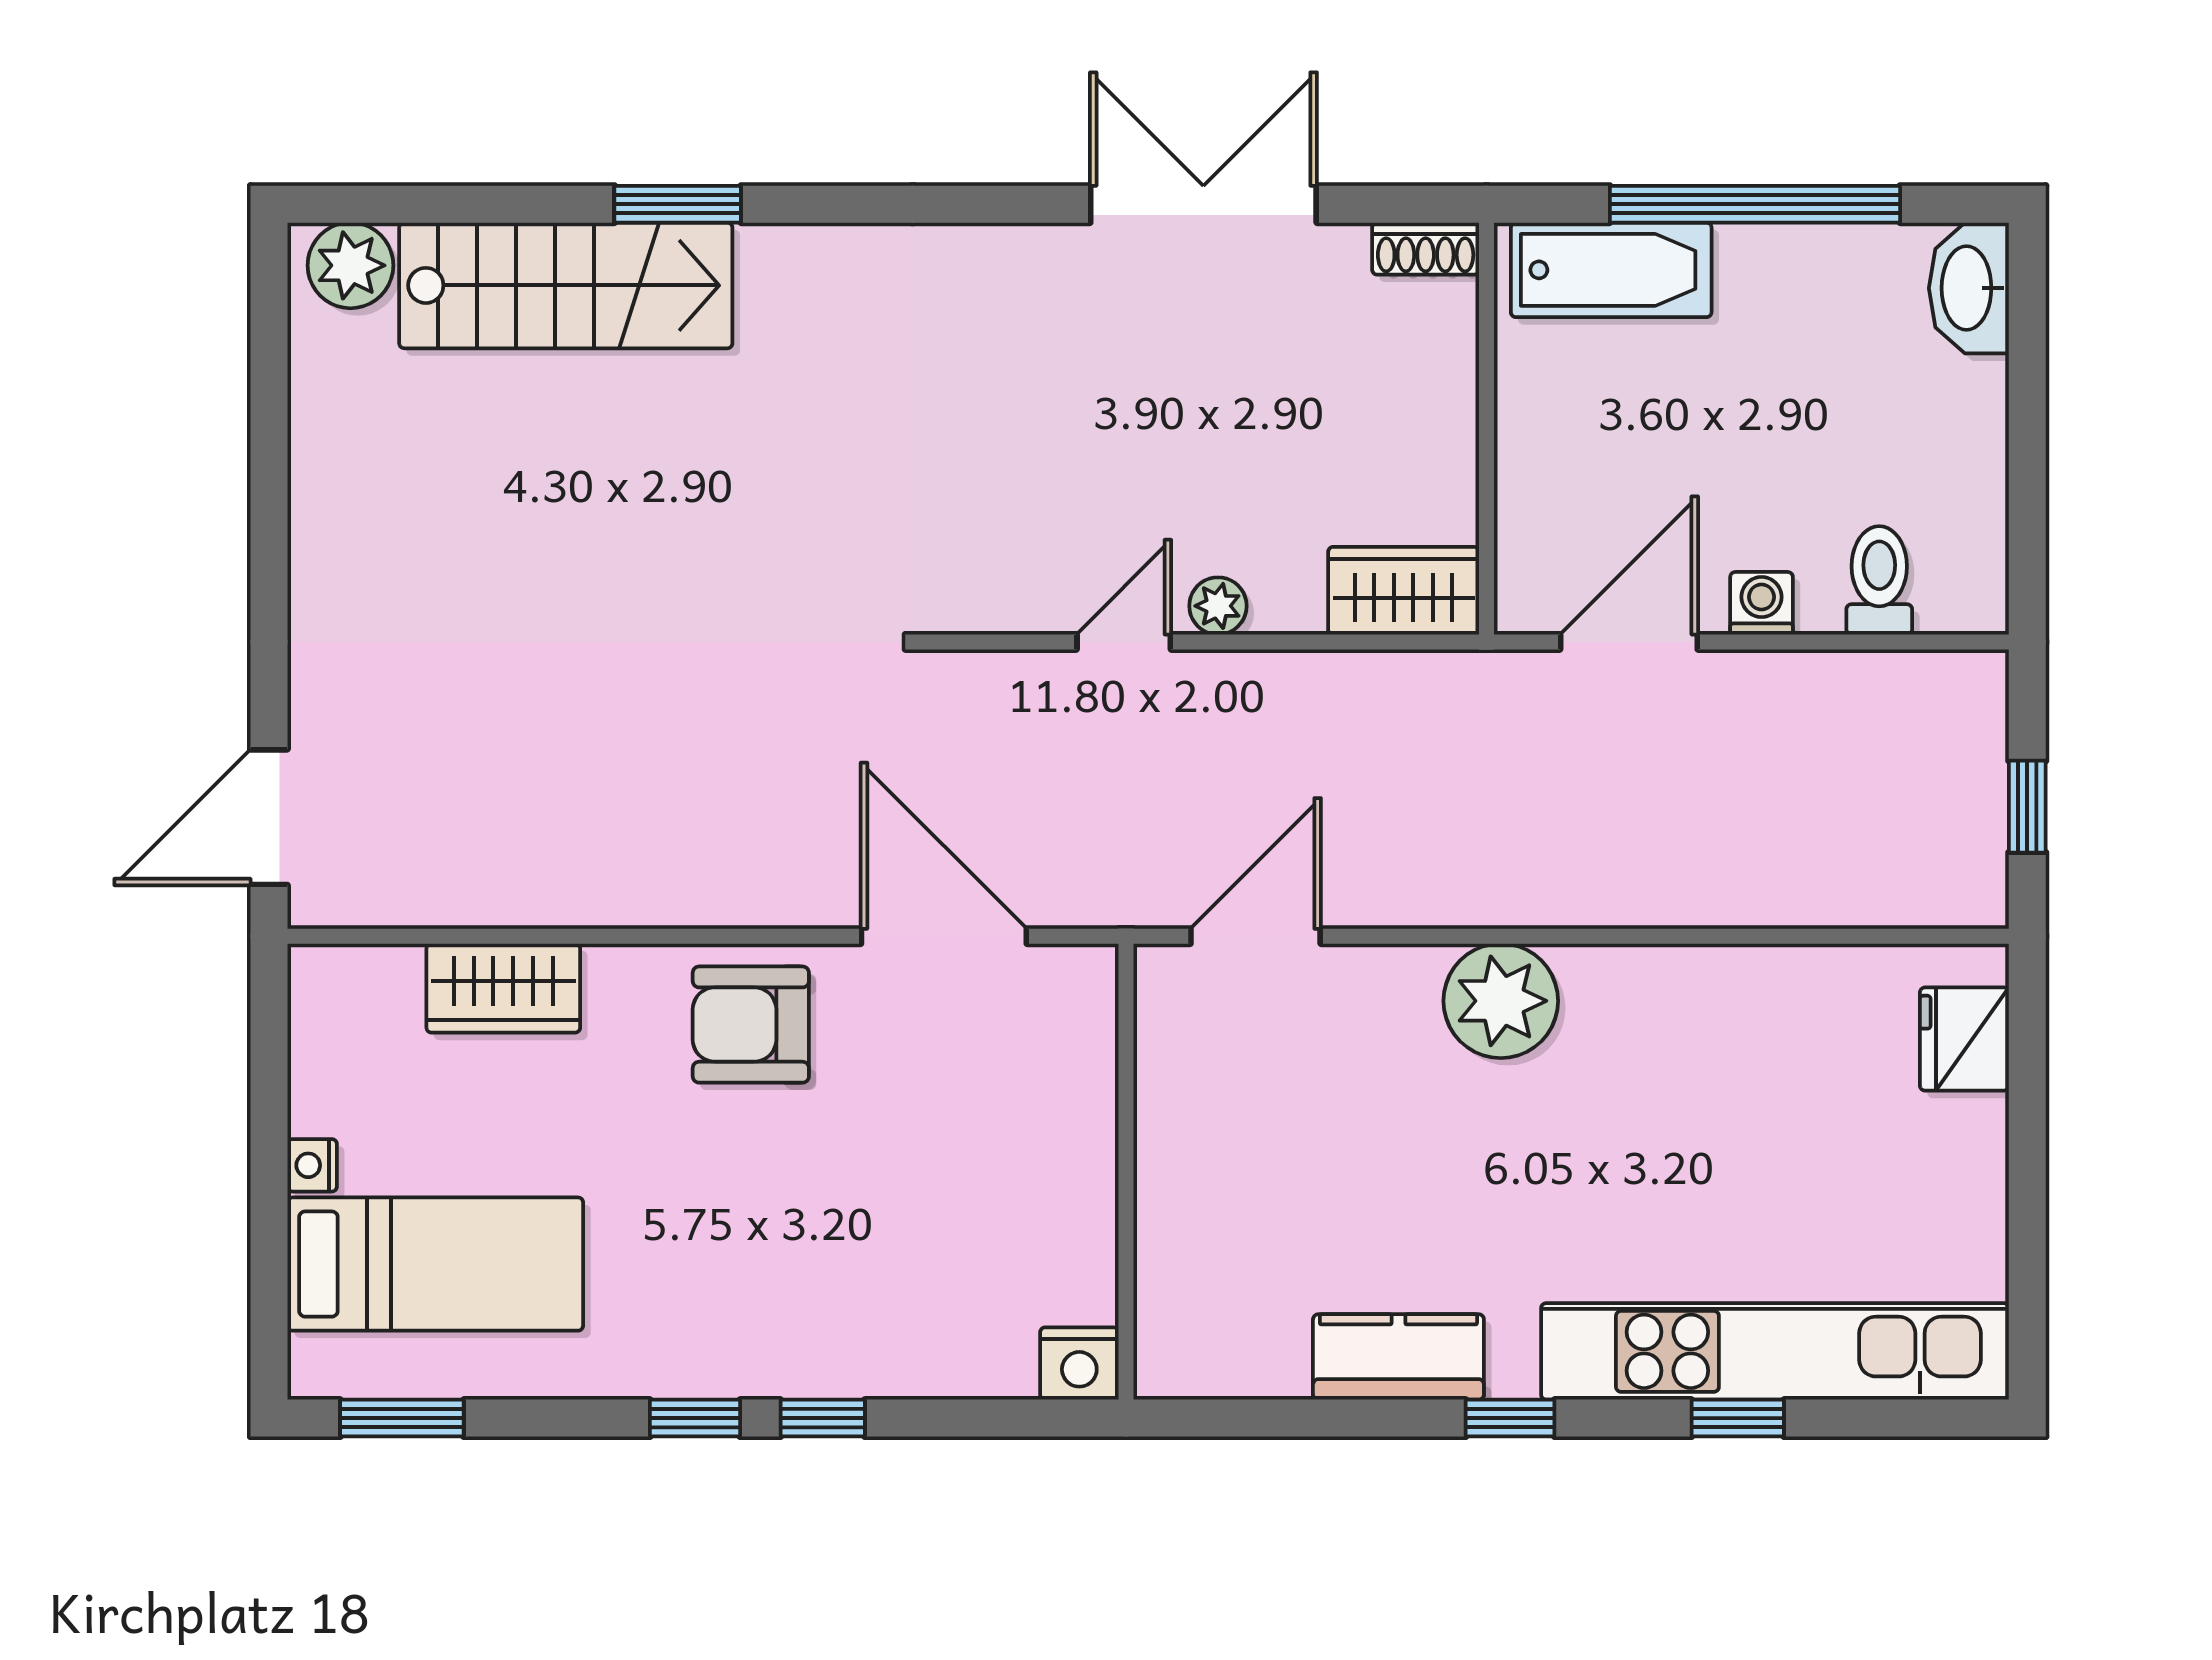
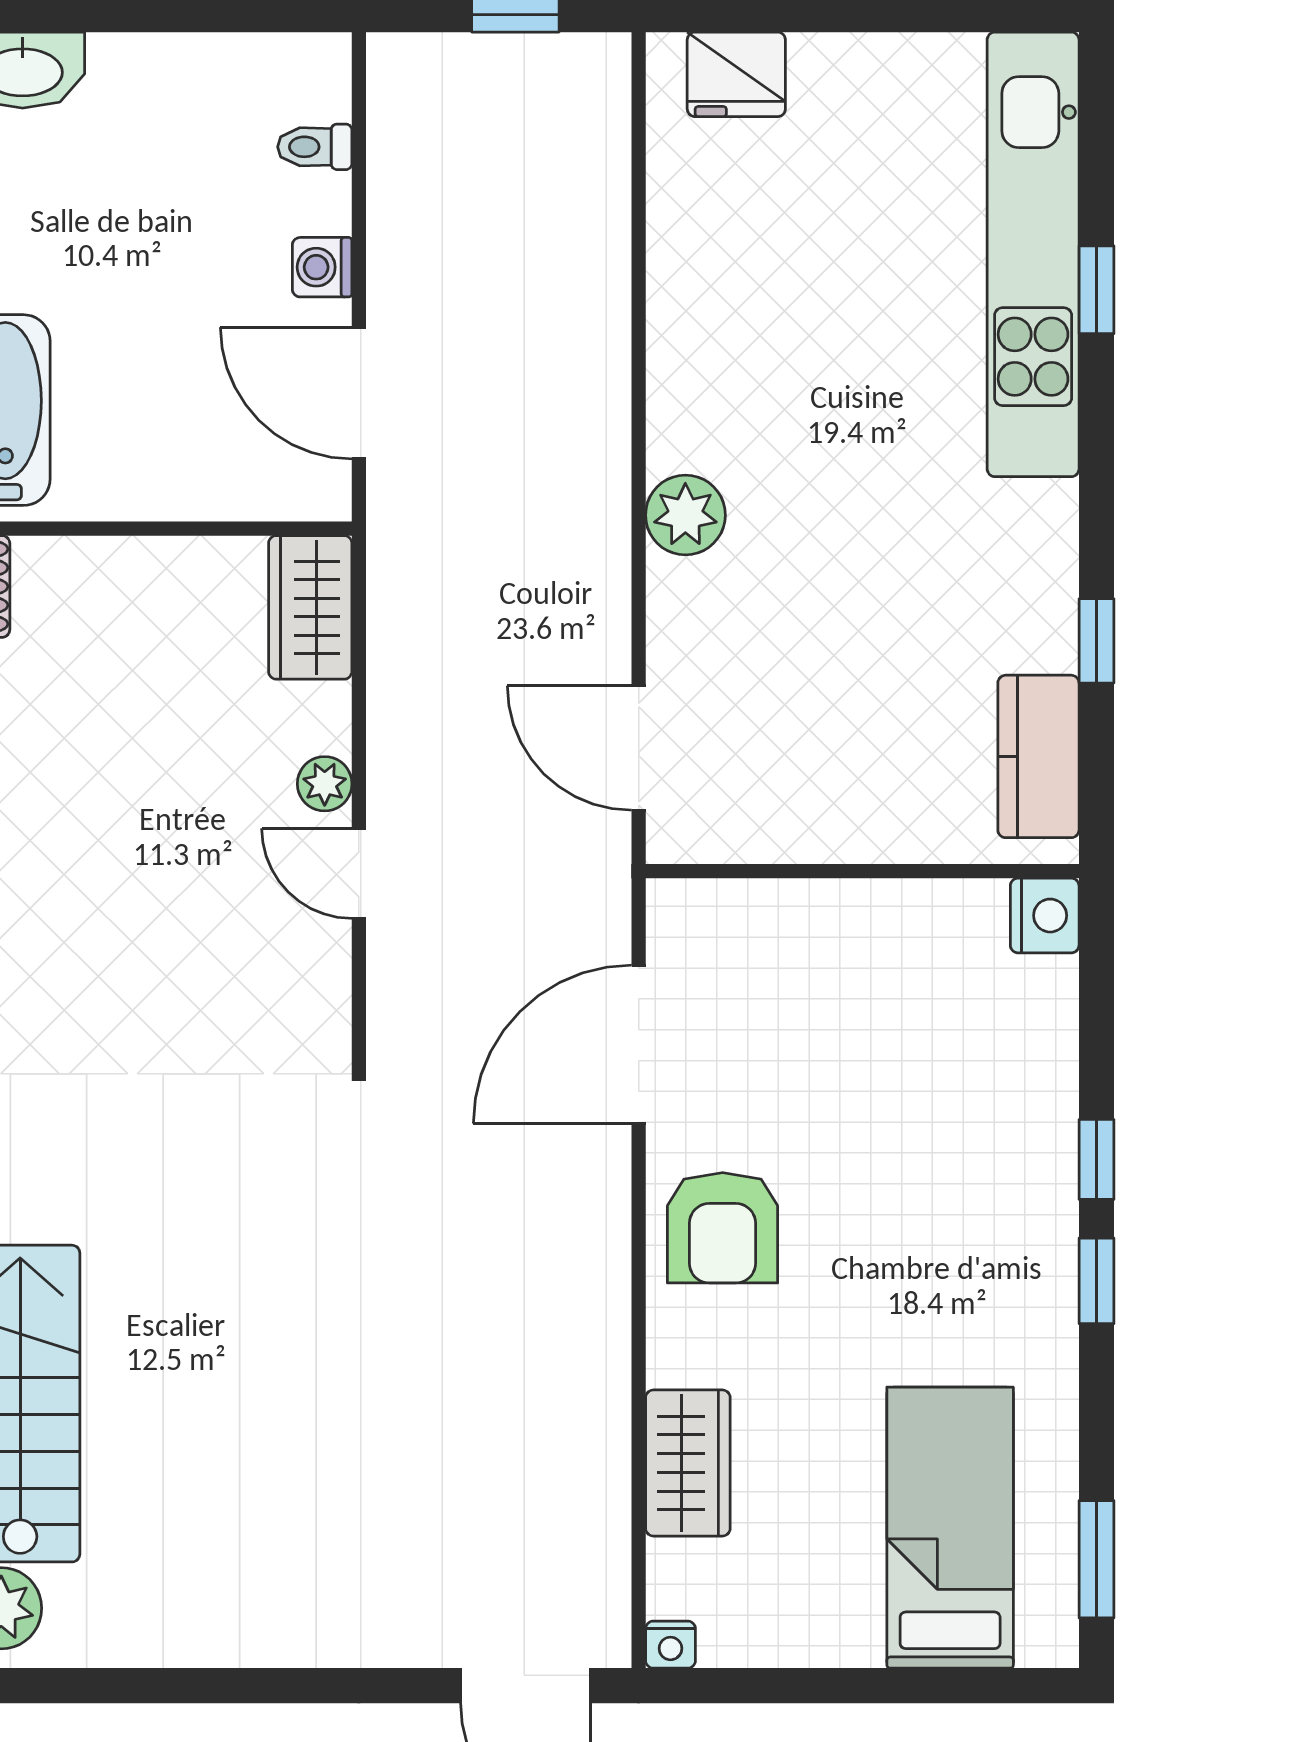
toilet: (1879, 580) -> (315, 147), width x0.73, depth x0.72
plant: (1501, 1001) -> (685, 515), width x0.73, depth x0.73
nightstand: (312, 1165) -> (670, 1645), moved
kitchen counter: (1398, 1357) -> (1038, 756), moved
window: (1510, 1418) -> (1097, 641), moved

